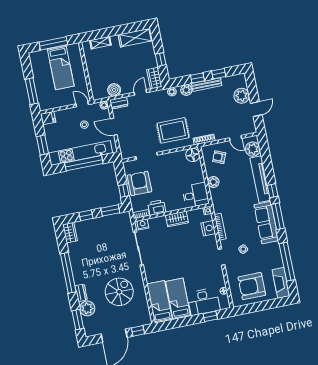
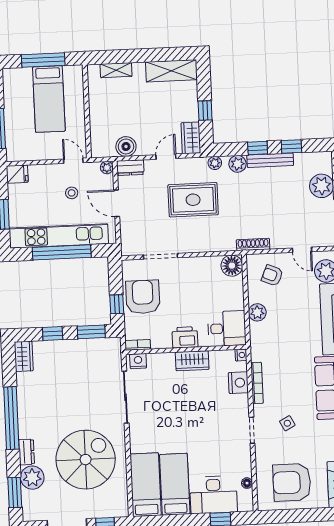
rug: (173, 130) -> (193, 200), moved
printer: (157, 208) -> (185, 337), moved
spiral stairs: (119, 292) -> (86, 460), width x1.37, depth x1.37

